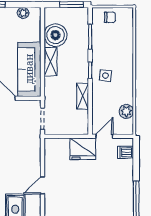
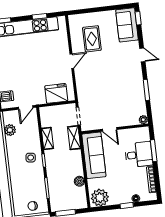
plant: (23, 13) -> (100, 198), width x1.88, depth x1.88
boiler: (55, 35) -> (79, 181), width x0.54, depth x0.54
shelving: (51, 62) -> (74, 138), moved
fridge: (83, 149) -> (56, 93), moved

